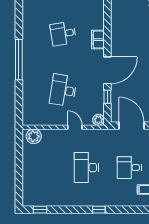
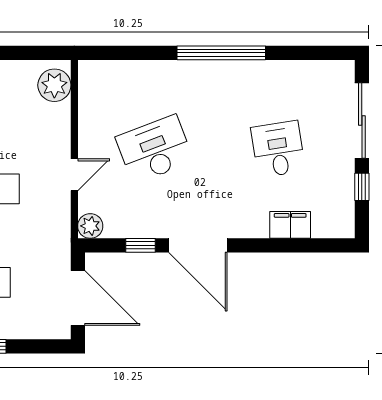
filing cabinet: (98, 40) -> (290, 225), moved
desk: (63, 90) -> (155, 149), turned -30
door: (131, 126) -> (78, 298), hinge flipped

